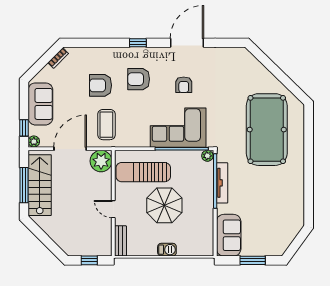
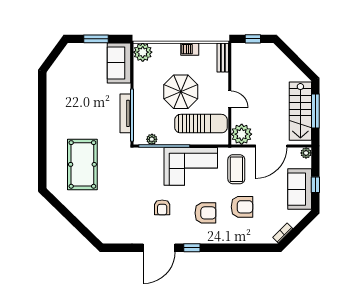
window: (138, 43) -> (192, 248), moved
armchair: (184, 85) -> (162, 207), turned 180
window: (24, 128) -> (315, 185), moved
corner sofa: (178, 128) -> (191, 166), moved
pool table: (267, 130) -> (82, 164), width x0.73, depth x0.76
plant: (207, 156) -> (152, 139), moved
door: (113, 209) -> (230, 99), moved
plant: (204, 246) -> (143, 52), added
barbecue: (167, 250) -> (190, 49), moved

